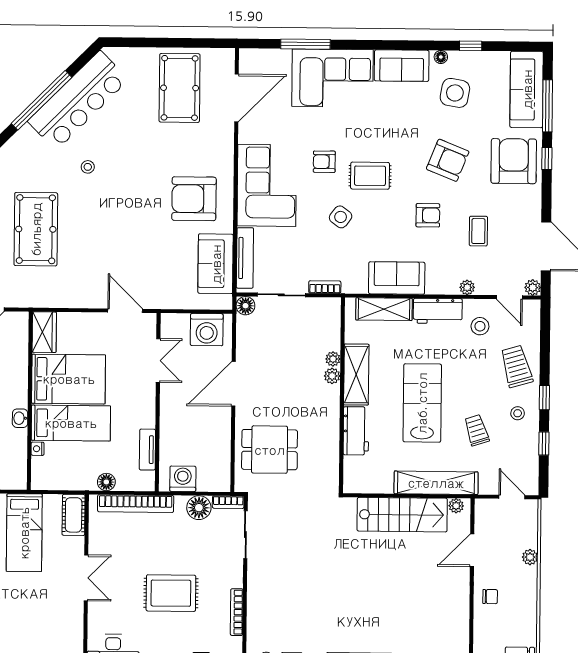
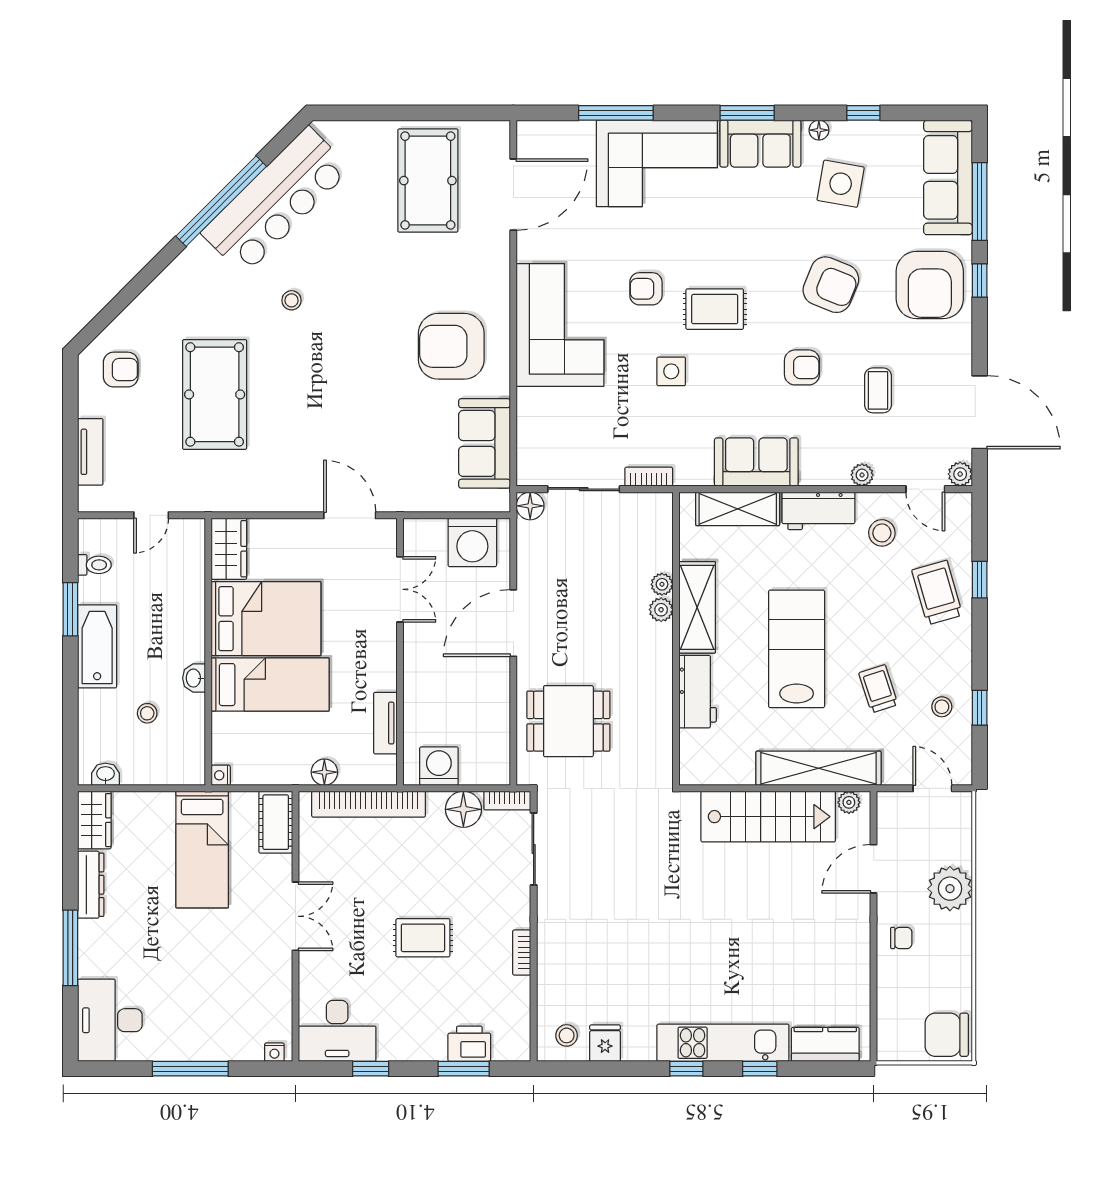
window: (393, 45) -> (747, 113), added
armchair: (514, 161) -> (930, 285), turned 180
side table: (341, 217) -> (671, 371), turned -37
tv unit: (245, 258) -> (529, 434), removed
window: (544, 398) -> (980, 580), moved
stool: (518, 413) -> (942, 707), moved
nightstand: (38, 449) -> (221, 775), moved
plant: (530, 557) -> (950, 889), width x1.88, depth x1.88
rug: (171, 593) -> (423, 938), width x0.73, depth x0.70
bookcase: (237, 612) -> (522, 953), width x0.64

